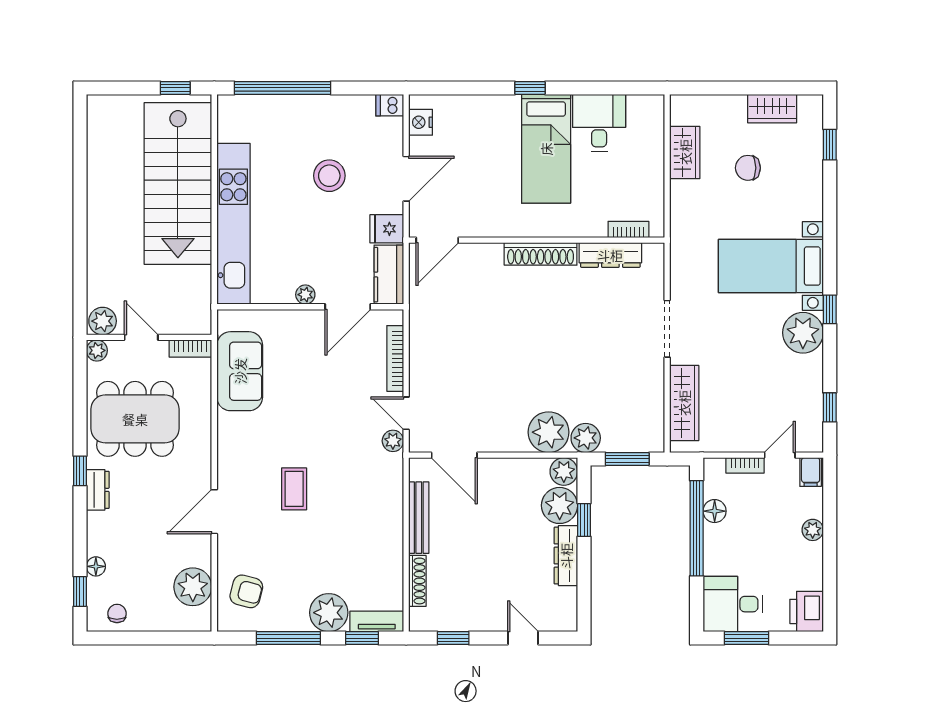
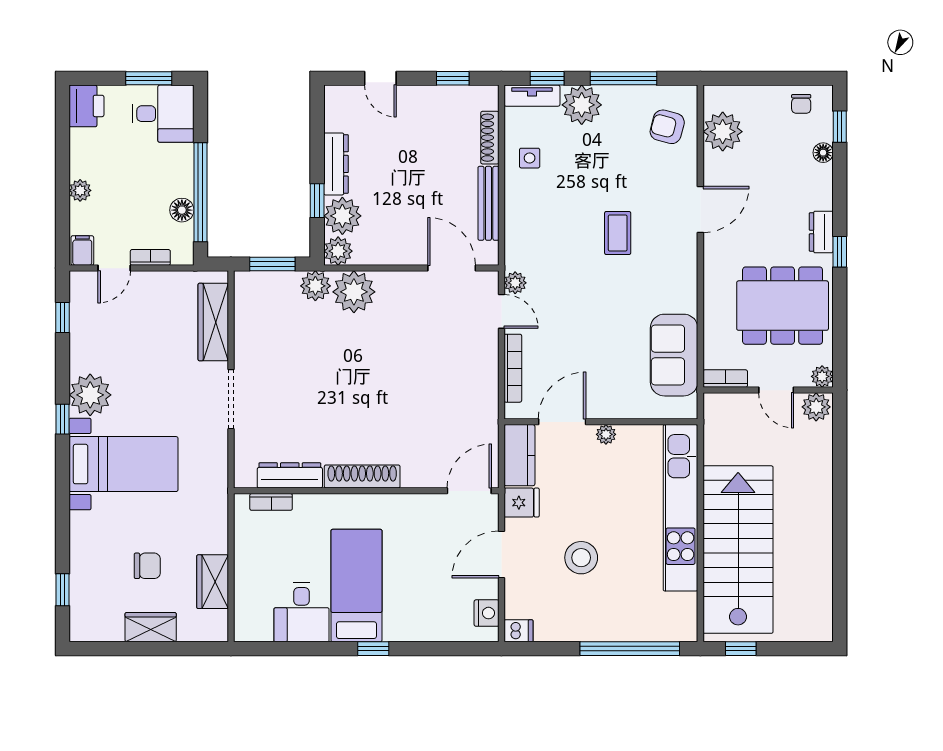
wardrobe: (772, 109) -> (151, 627), moved
side table: (379, 561) -> (530, 158), added

